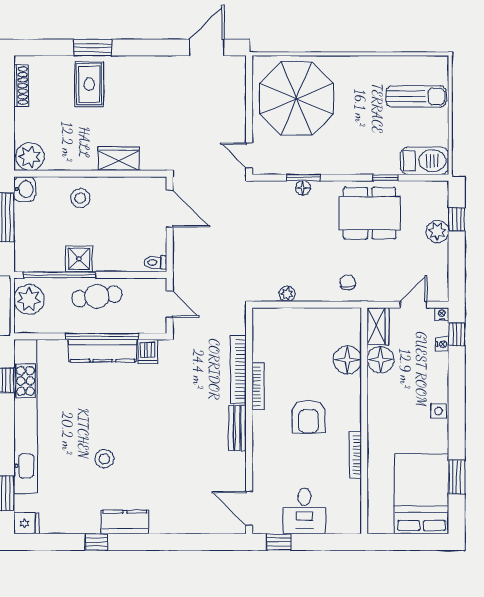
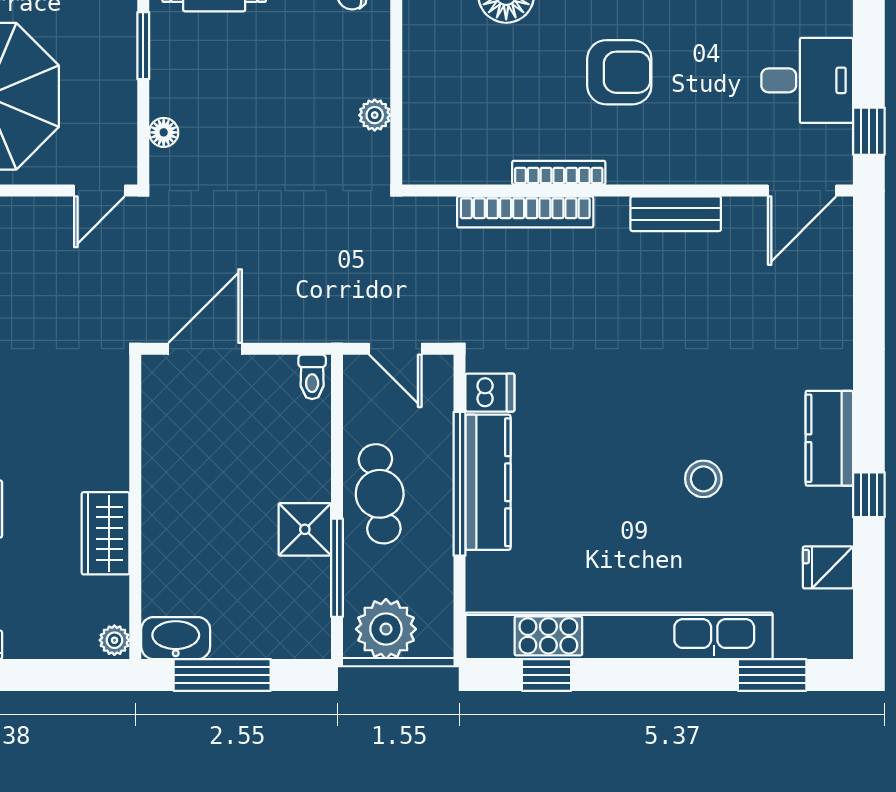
plant: (30, 157) -> (114, 640), width x0.53, depth x0.53
wardrobe: (119, 159) -> (106, 533), moved
window: (303, 178) -> (143, 46), moved
floor lamp: (303, 188) -> (164, 132), moved
washbasin: (24, 189) -> (176, 638), width x1.38
stool: (80, 198) -> (184, 527), removed
window: (60, 275) -> (337, 568), width x0.68
door: (170, 304) -> (395, 349), swing flipped
bench: (237, 428) -> (676, 214), moved
fridge: (26, 523) -> (828, 567), moved, turned -90

